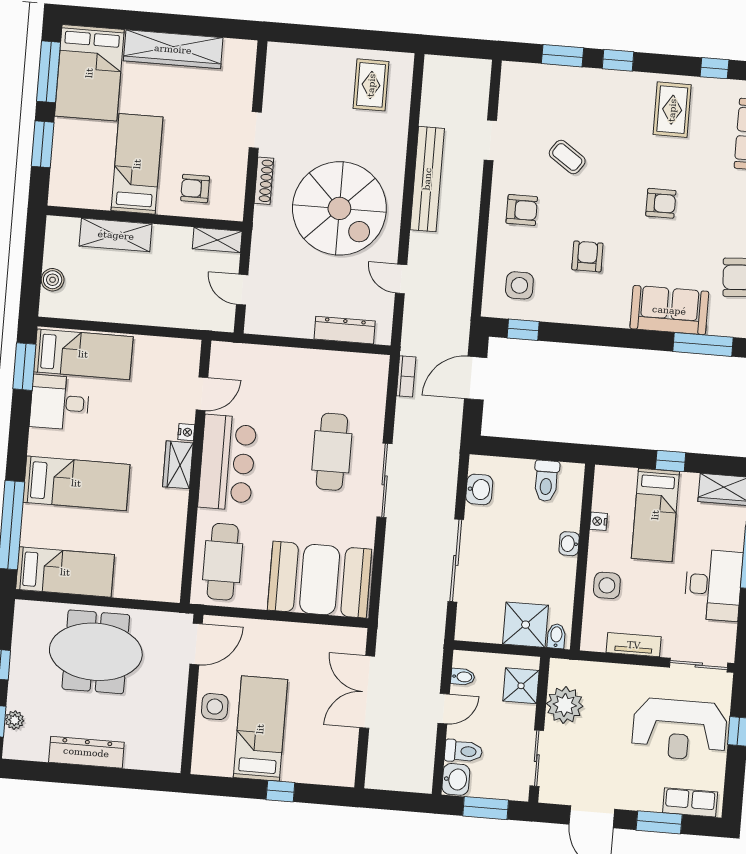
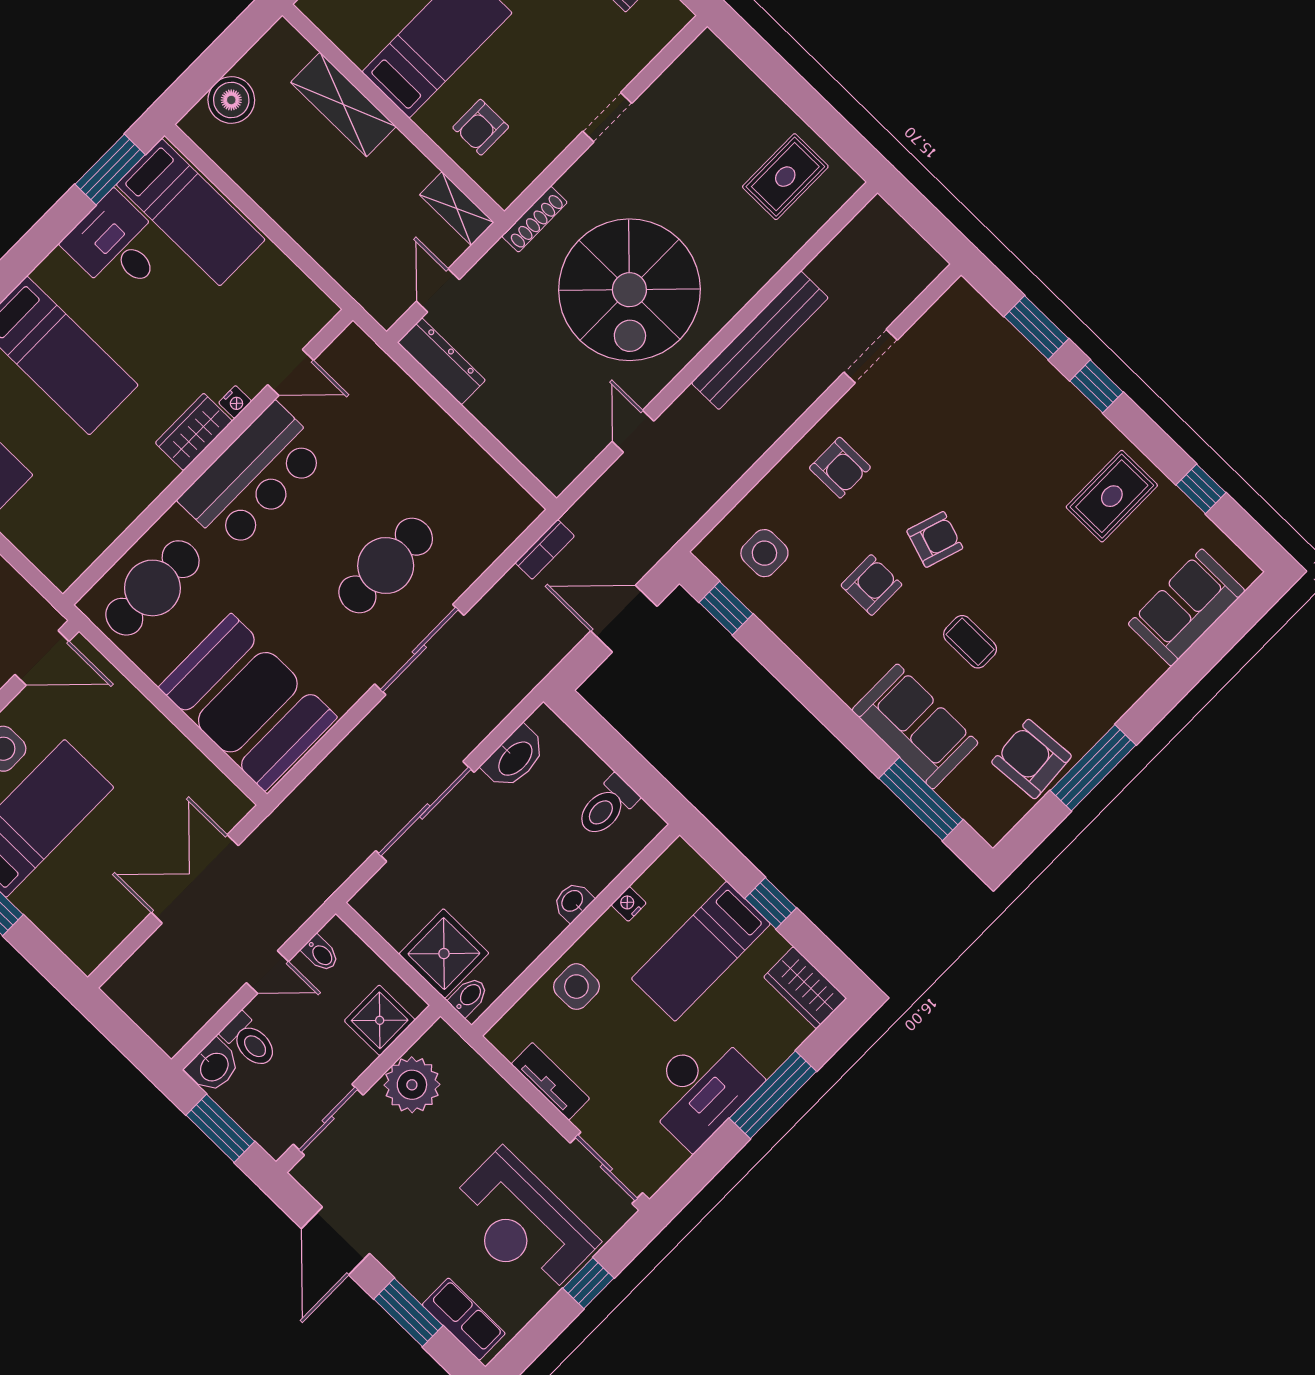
coffee table: (567, 157) -> (970, 642), moved, turned -35
shoe rack: (264, 181) -> (535, 219), moved
armchair: (195, 189) -> (481, 127), turned -90
armchair: (661, 203) -> (935, 539), moved, turned -72
boiler: (53, 280) -> (231, 100), width x1.36, depth x1.36
dresser: (345, 330) -> (441, 361), moved
washbasin: (479, 489) -> (515, 758), width x1.38

